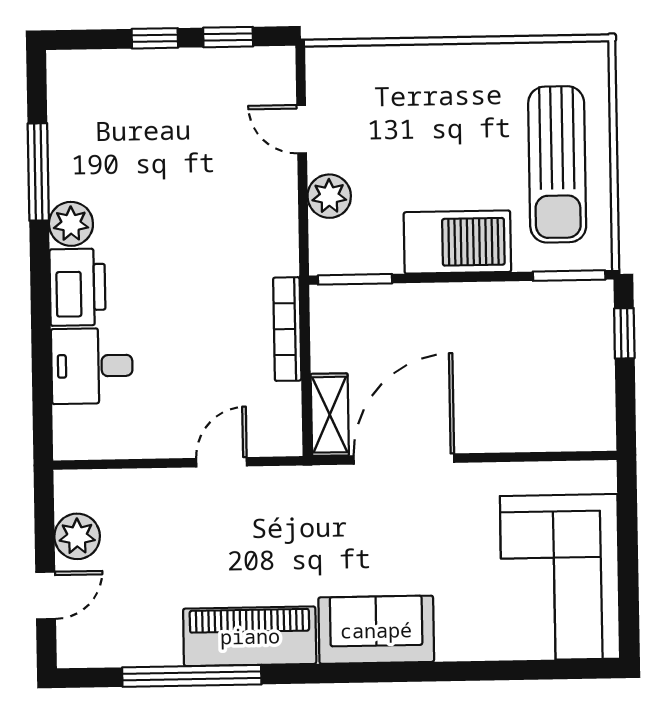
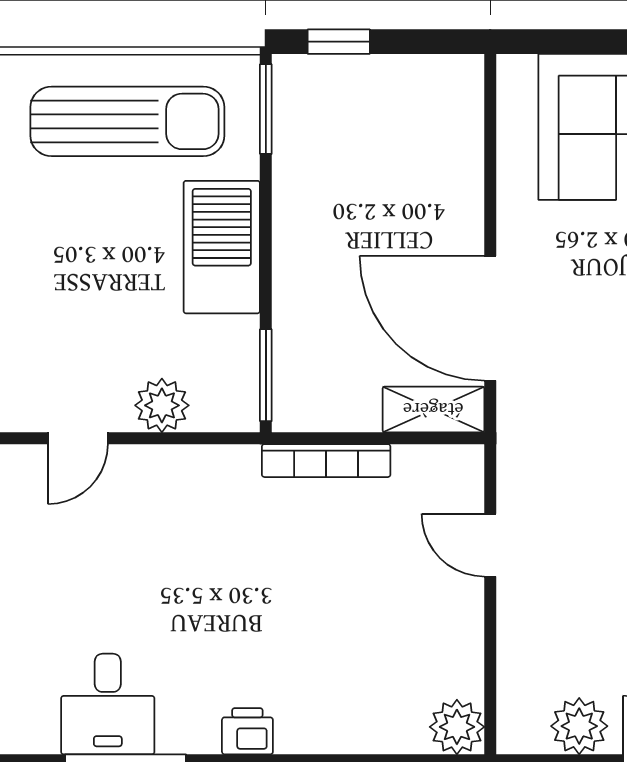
plant: (71, 224) -> (457, 727), moved
printer: (78, 287) -> (247, 731), width x0.53, depth x0.68
desk: (92, 366) -> (108, 704), moved

